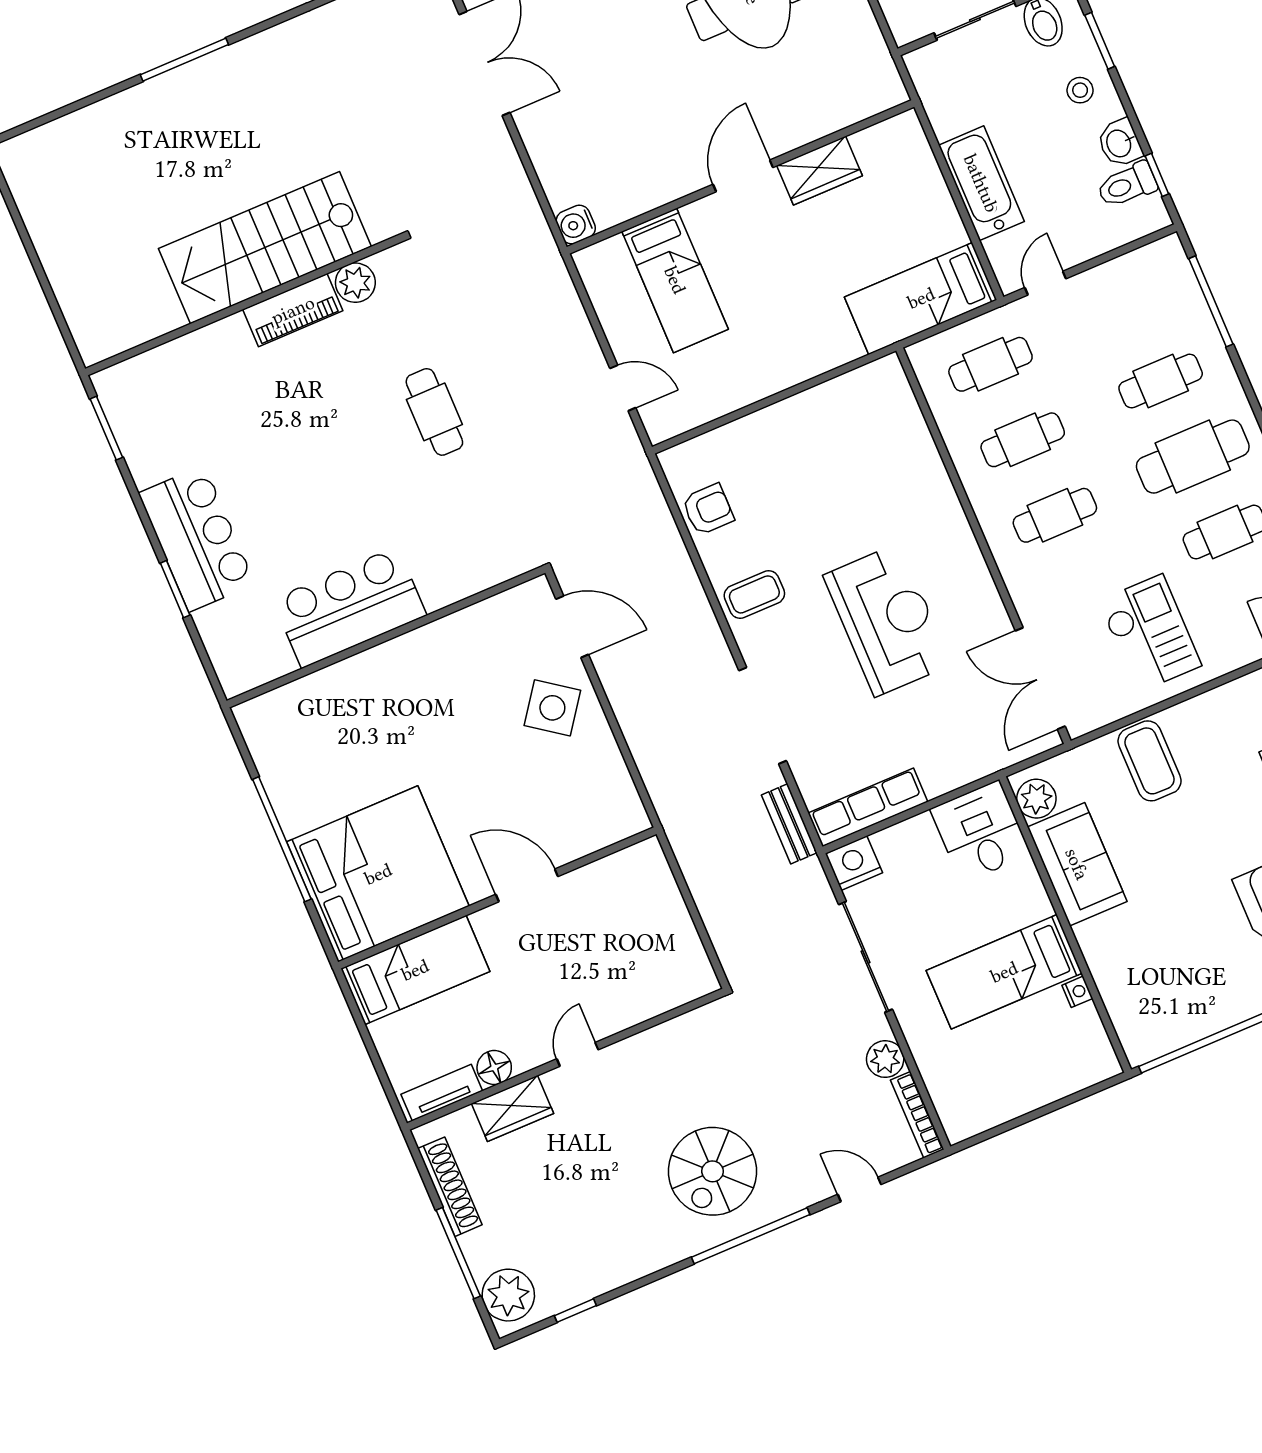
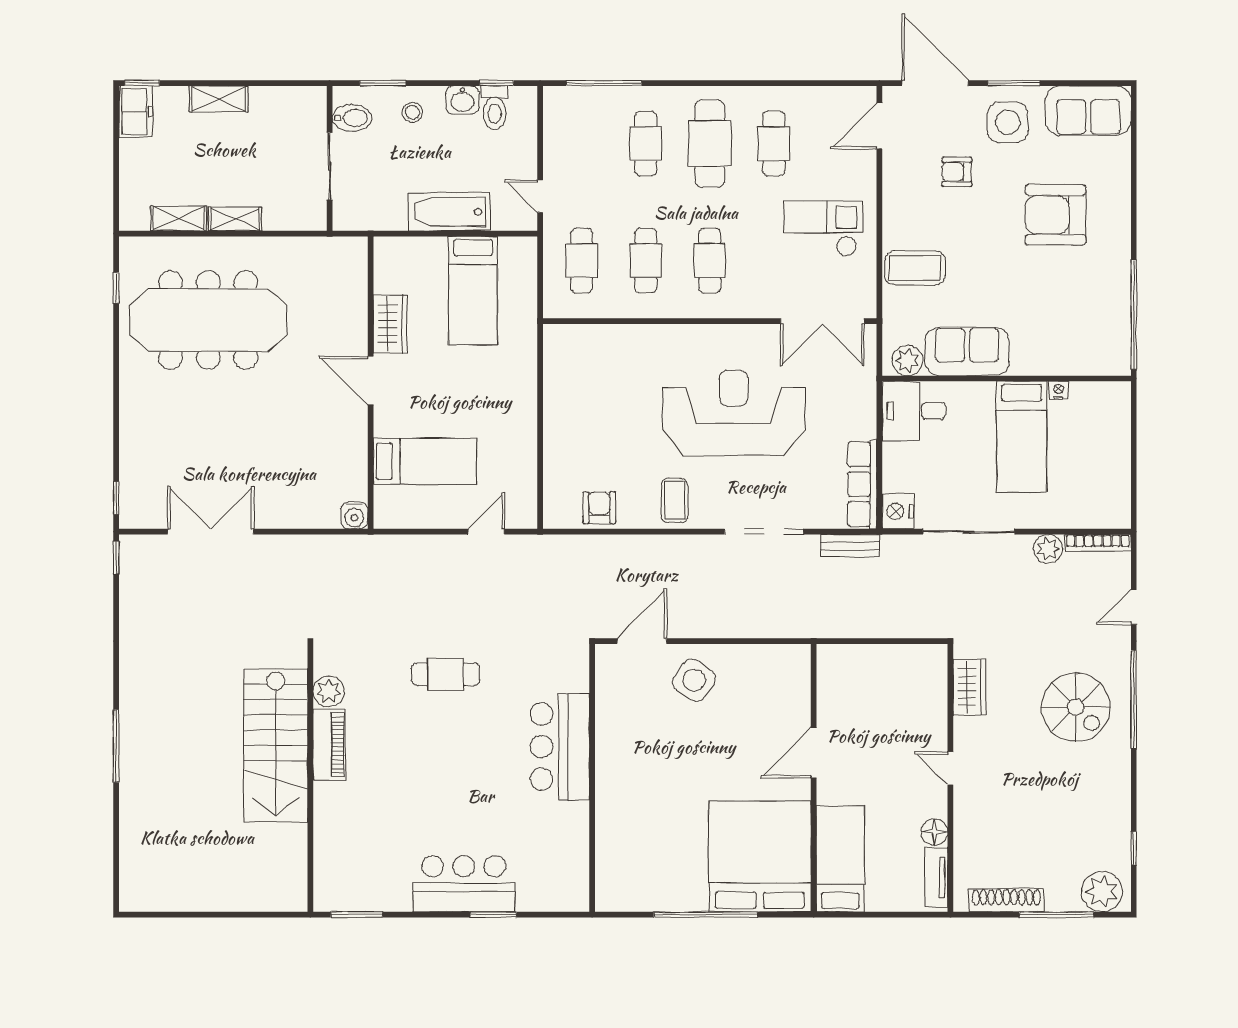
bed: (921, 298) -> (473, 291), moved
bar counter: (349, 607) -> (560, 747), moved
reception desk: (887, 620) -> (734, 413), width x1.36, depth x1.30
wardrobe: (512, 1108) -> (969, 687), moved

